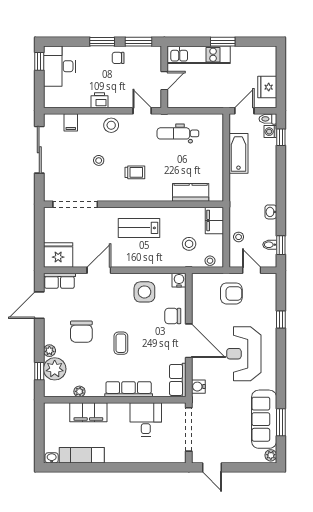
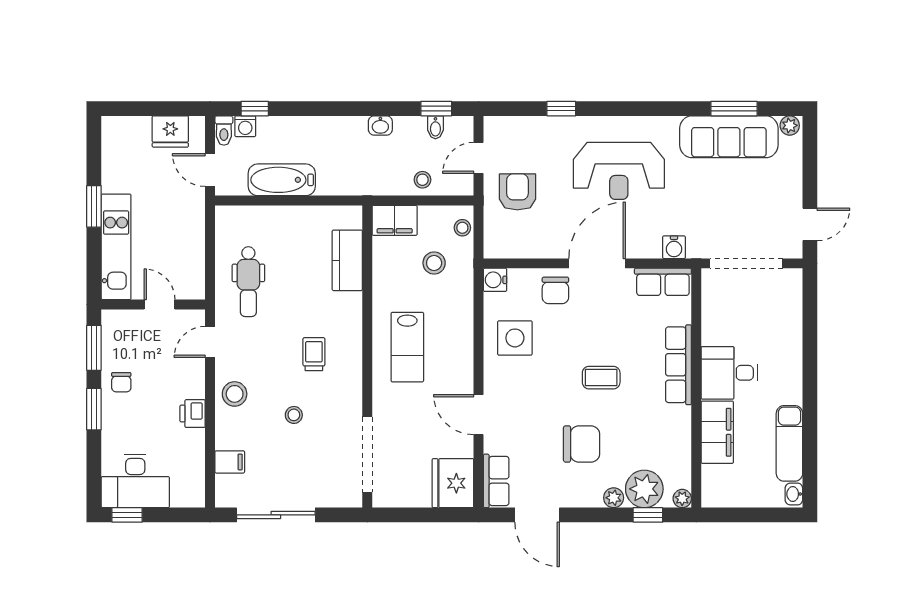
plant: (79, 391) -> (682, 499), moved
desk: (146, 420) -> (729, 373), moved

